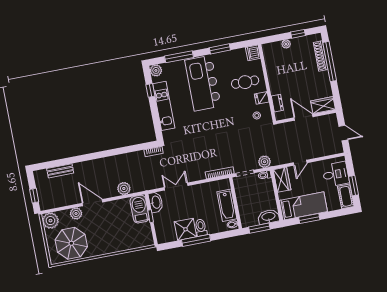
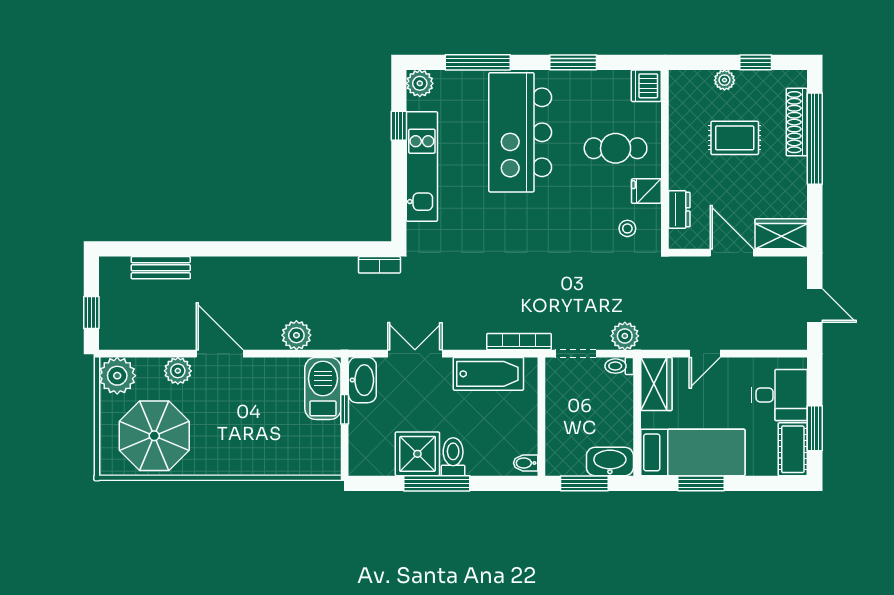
rug: (295, 68) -> (735, 138), added
bathtub: (227, 205) -> (488, 374), moved, turned -90

